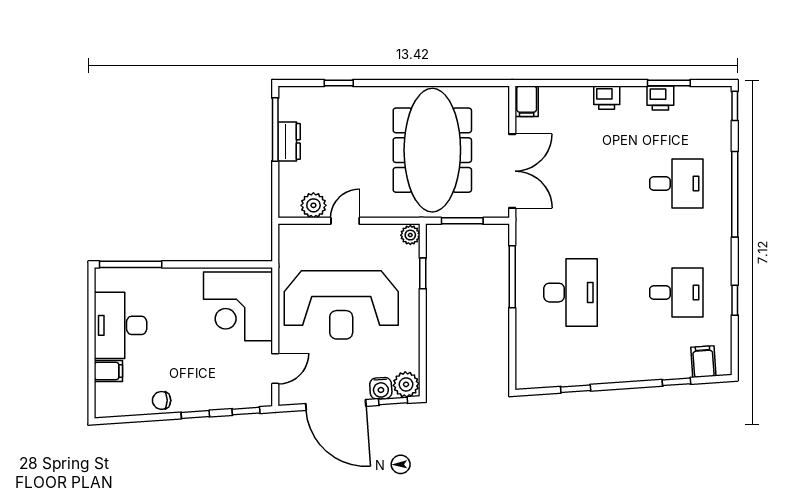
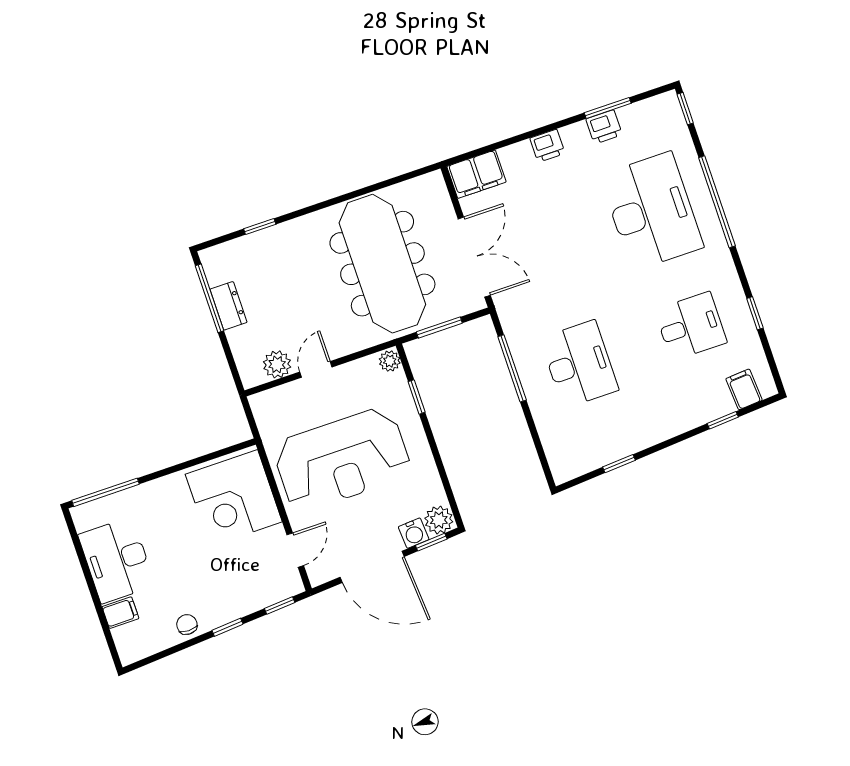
filing cabinet: (527, 101) -> (476, 174), width x2.00
desk: (676, 183) -> (652, 211), width x1.87, depth x1.30
chair: (162, 400) -> (187, 625), turned 90

